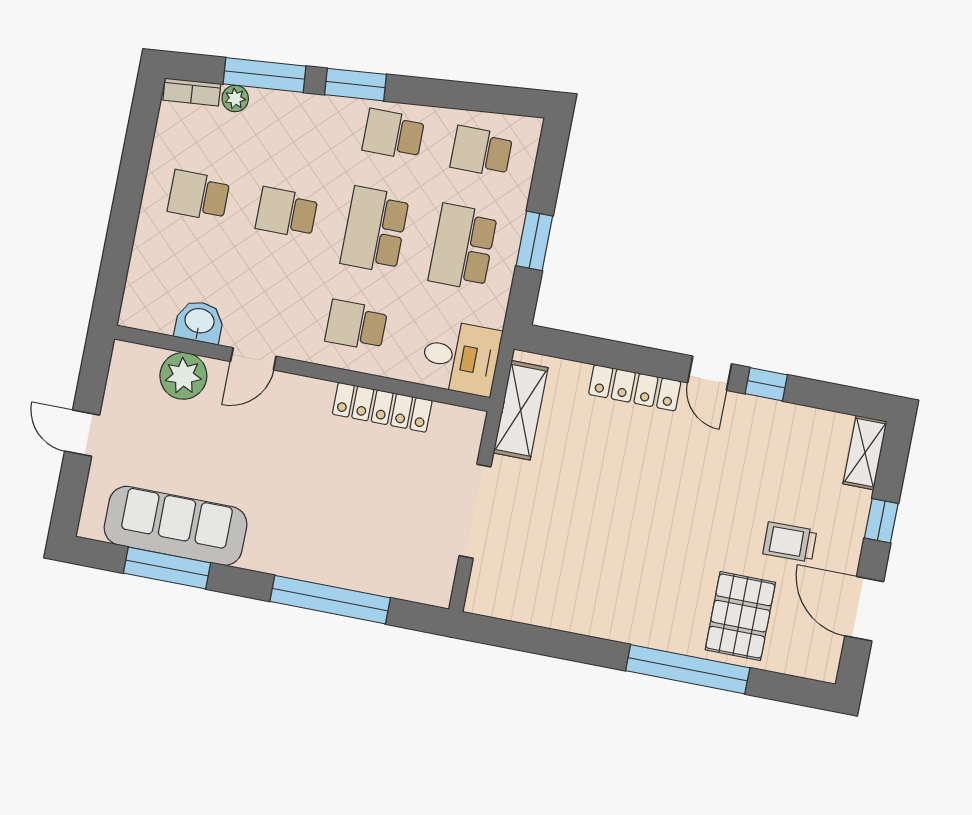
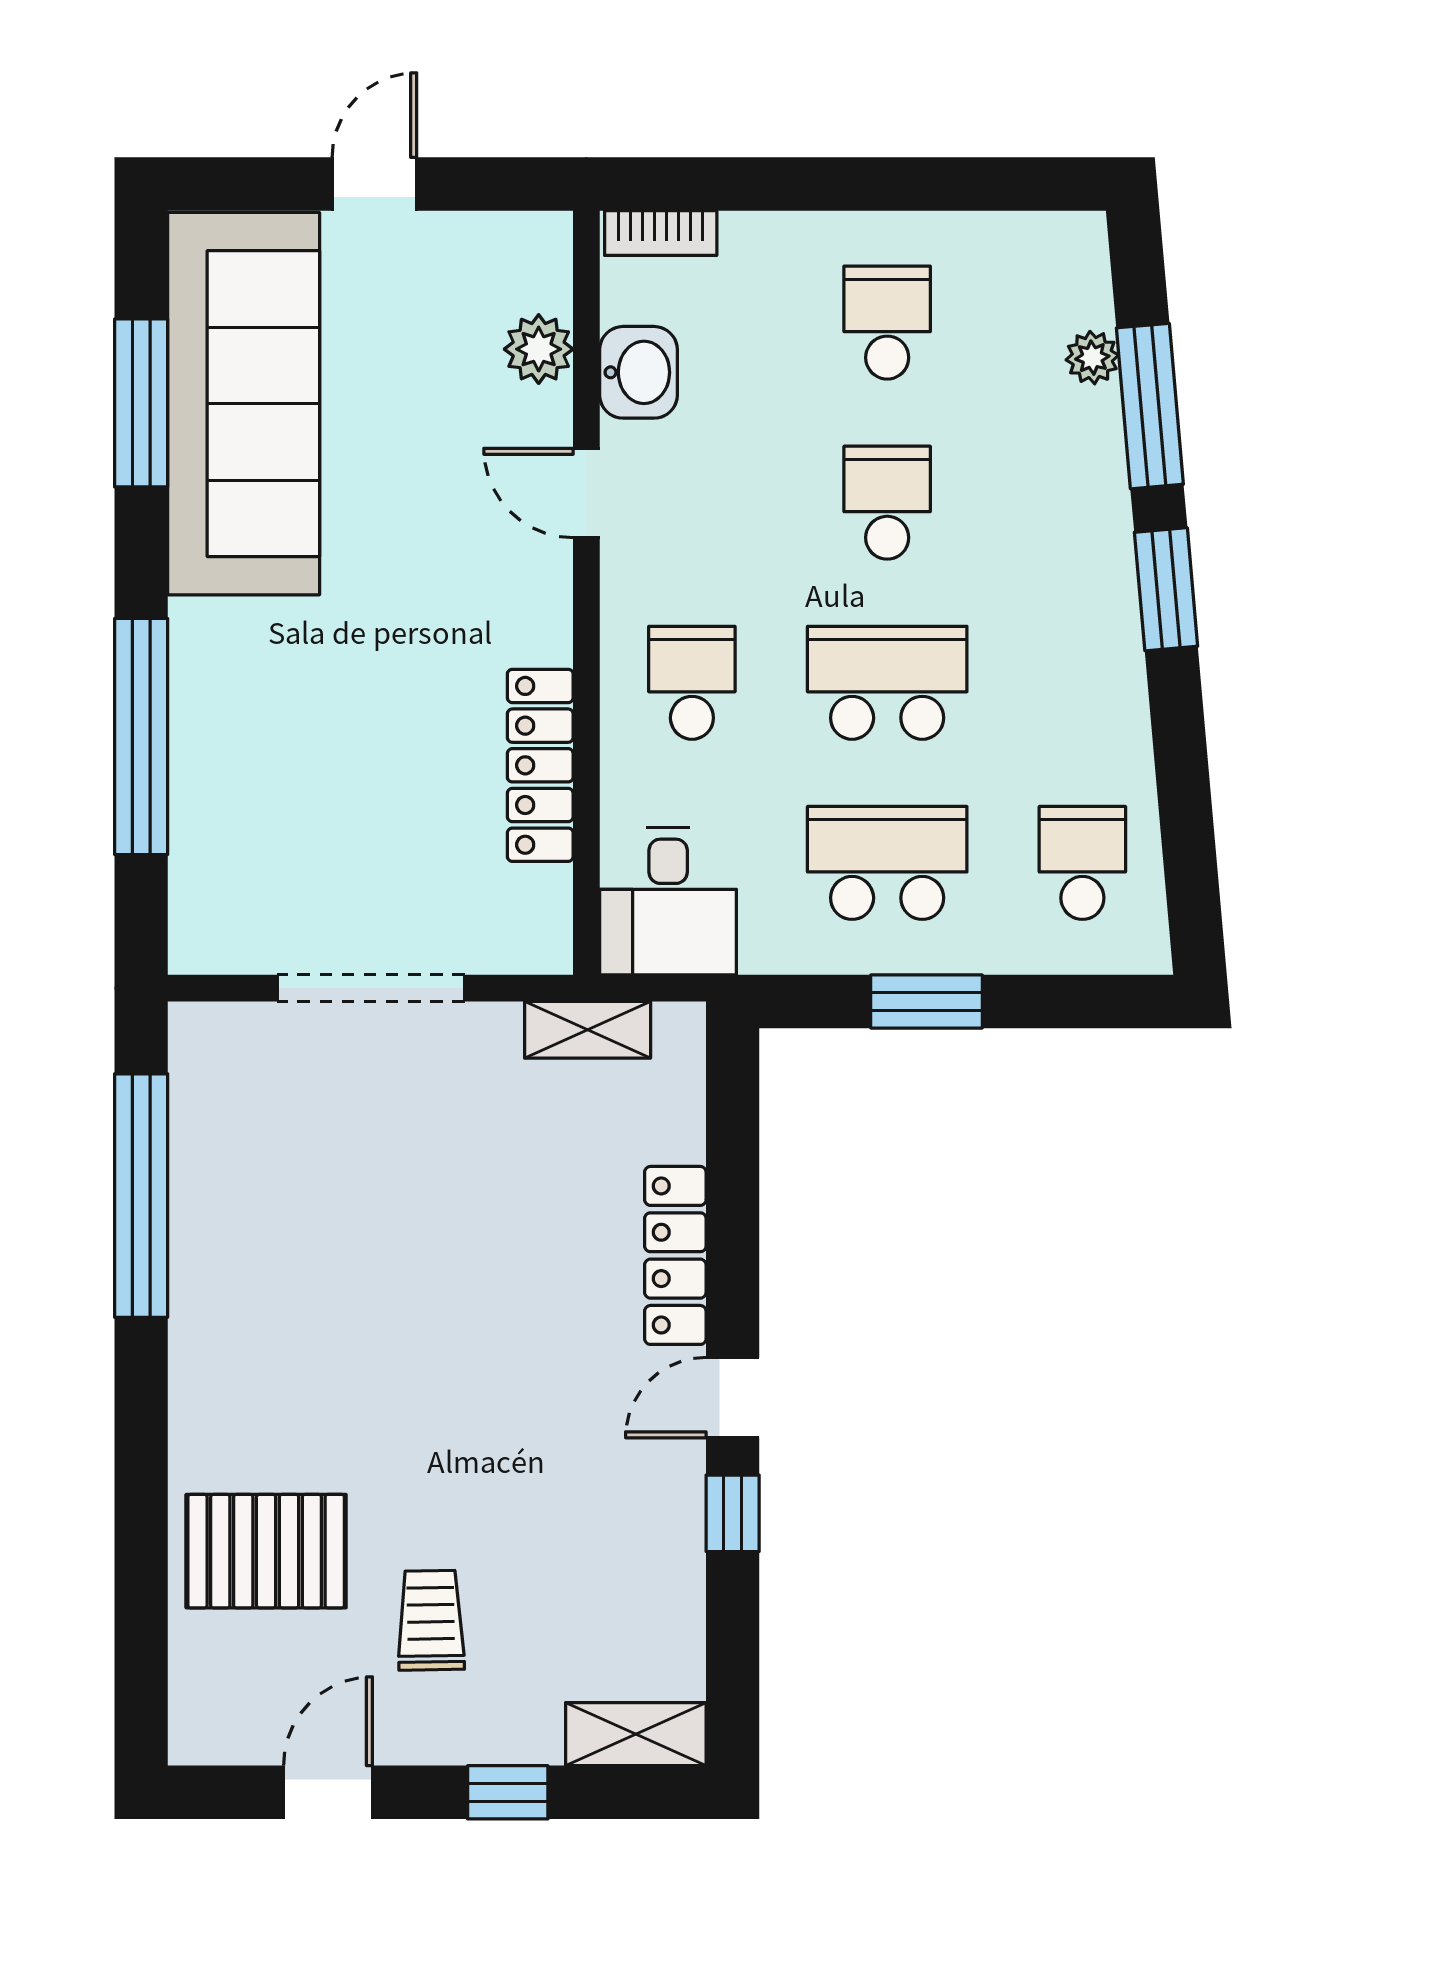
bookcase: (192, 92) -> (661, 233), moved, turned -85
school desk: (393, 134) -> (1082, 683), removed
plant: (183, 376) -> (539, 349), width x0.73, depth x0.73
shelving: (521, 410) -> (588, 1030), width x0.67, depth x0.75
sofa: (176, 526) -> (244, 404), width x1.36, depth x1.27
door: (864, 609) -> (328, 1792), width x0.73
window: (688, 669) -> (141, 1196), moved

